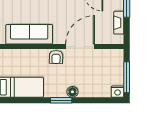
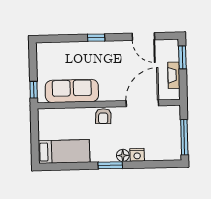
door: (80, 47) -> (142, 103), moved
nightstand: (118, 92) -> (137, 155), moved

